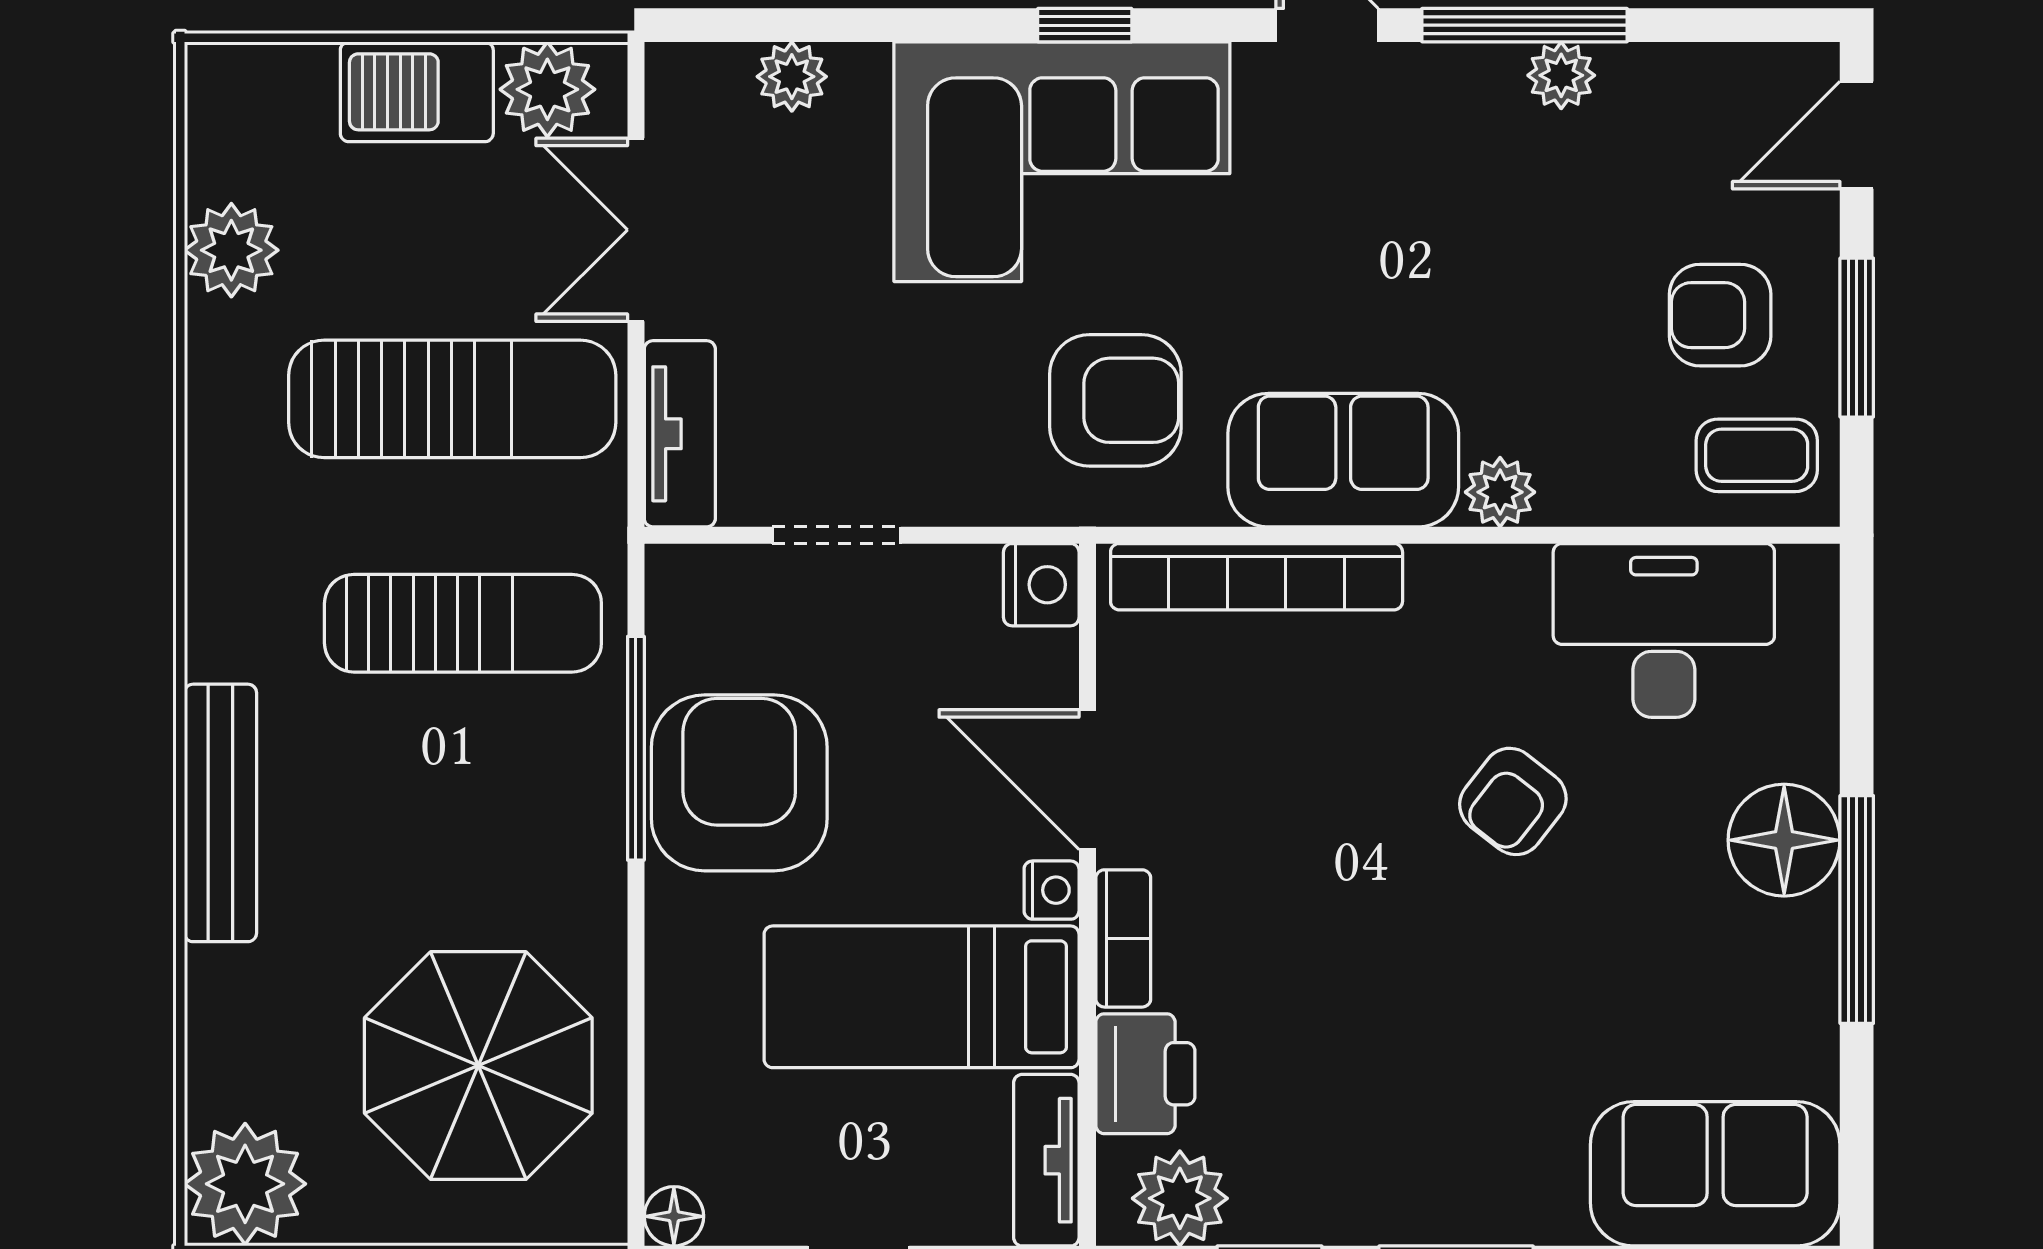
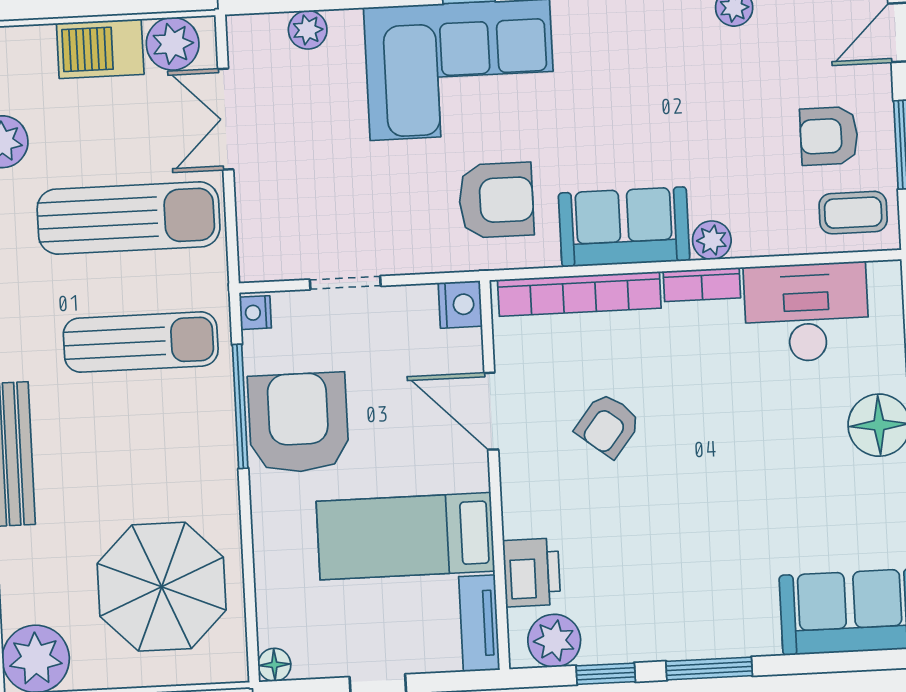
tv unit: (680, 434) -> (256, 231), removed
armchair: (1513, 801) -> (608, 425), moved
nightstand: (1052, 890) -> (255, 313), moved, turned 180
bookcase: (1123, 938) -> (702, 285), moved, turned 90

